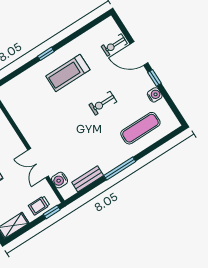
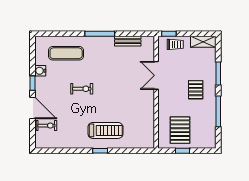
treadmill: (68, 73) -> (105, 130), moved
double door: (38, 163) -> (156, 75), swing flipped
water cooler: (60, 180) -> (149, 53), removed

